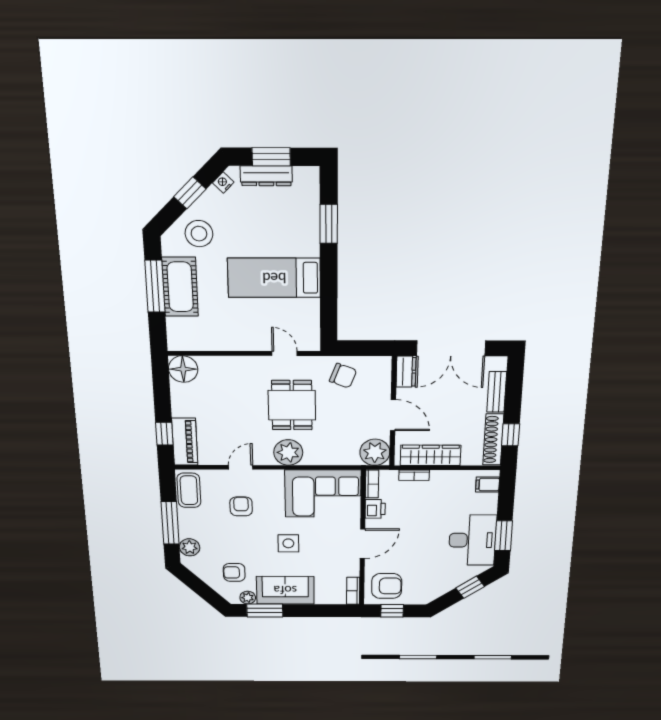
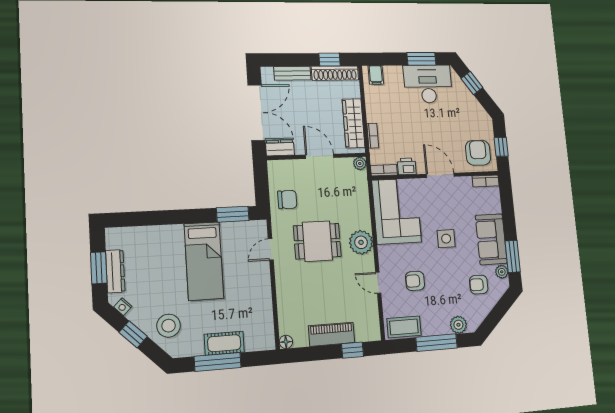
window: (329, 224) -> (233, 214), moved
cot: (180, 287) -> (224, 343), width x0.73, depth x0.75
floor lamp: (183, 369) -> (286, 342), width x0.53, depth x0.53
chair: (343, 376) -> (287, 200), turned 69
door: (393, 415) -> (320, 156), hinge flipped
piano: (185, 442) -> (332, 334), moved
plant: (375, 452) -> (360, 164), width x0.53, depth x0.53
armchair: (234, 572) -> (479, 285), turned 90

